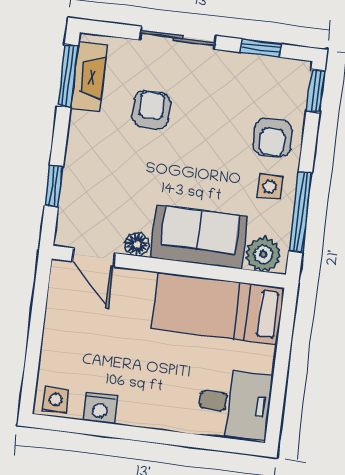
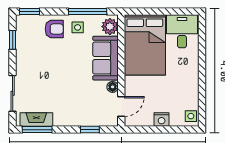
sliding door: (178, 38) -> (13, 93), moved
armchair: (151, 110) -> (48, 88), removed
bed: (218, 308) -> (145, 45), width x1.50
nightstand: (100, 408) -> (162, 120), moved, turned 90

